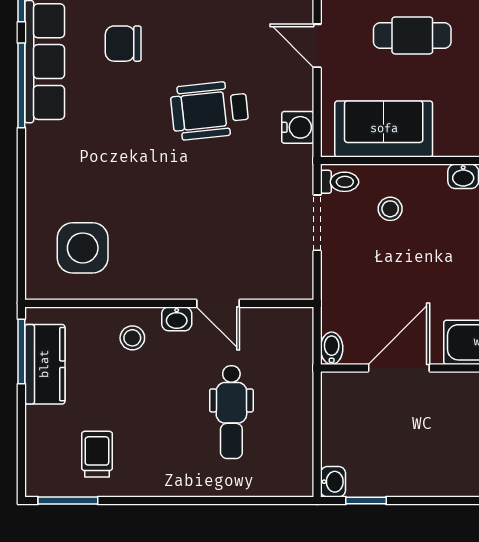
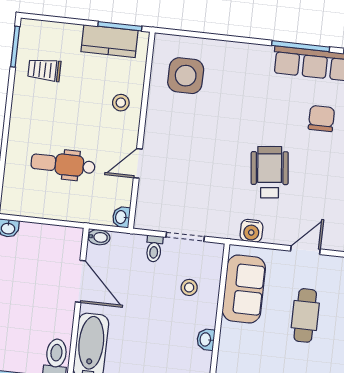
toilet: (340, 182) -> (154, 249), moved
washbasin: (177, 319) -> (121, 217), moved
trolley: (97, 454) -> (44, 70), turned 180

